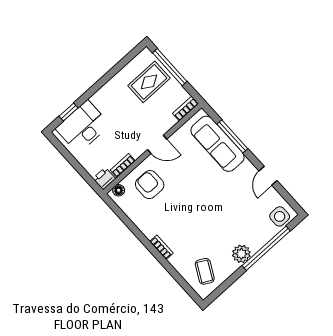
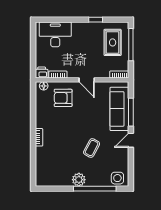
rug: (149, 82) -> (113, 42), turned 90
window: (68, 112) -> (96, 20), moved
door: (268, 176) -> (131, 140), moved
armchair: (150, 185) -> (63, 98), turned -90
coffee table: (205, 271) -> (92, 148), moved

